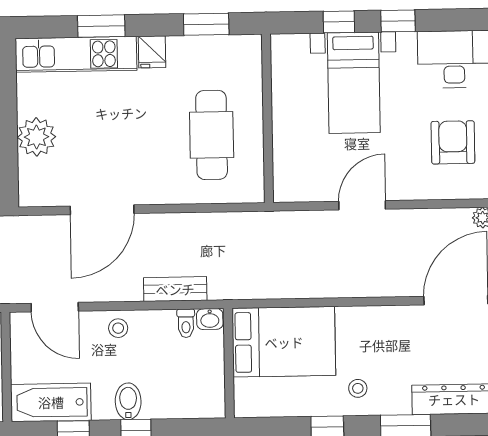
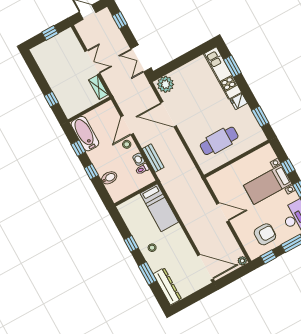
window: (101, 26) -> (232, 66), moved
plant: (36, 137) -> (166, 84), moved
door: (55, 307) -> (127, 125), moved
washbasin: (210, 319) -> (139, 159), moved
bed: (284, 342) -> (159, 208), width x0.67
bidet: (128, 401) -> (109, 178), moved

